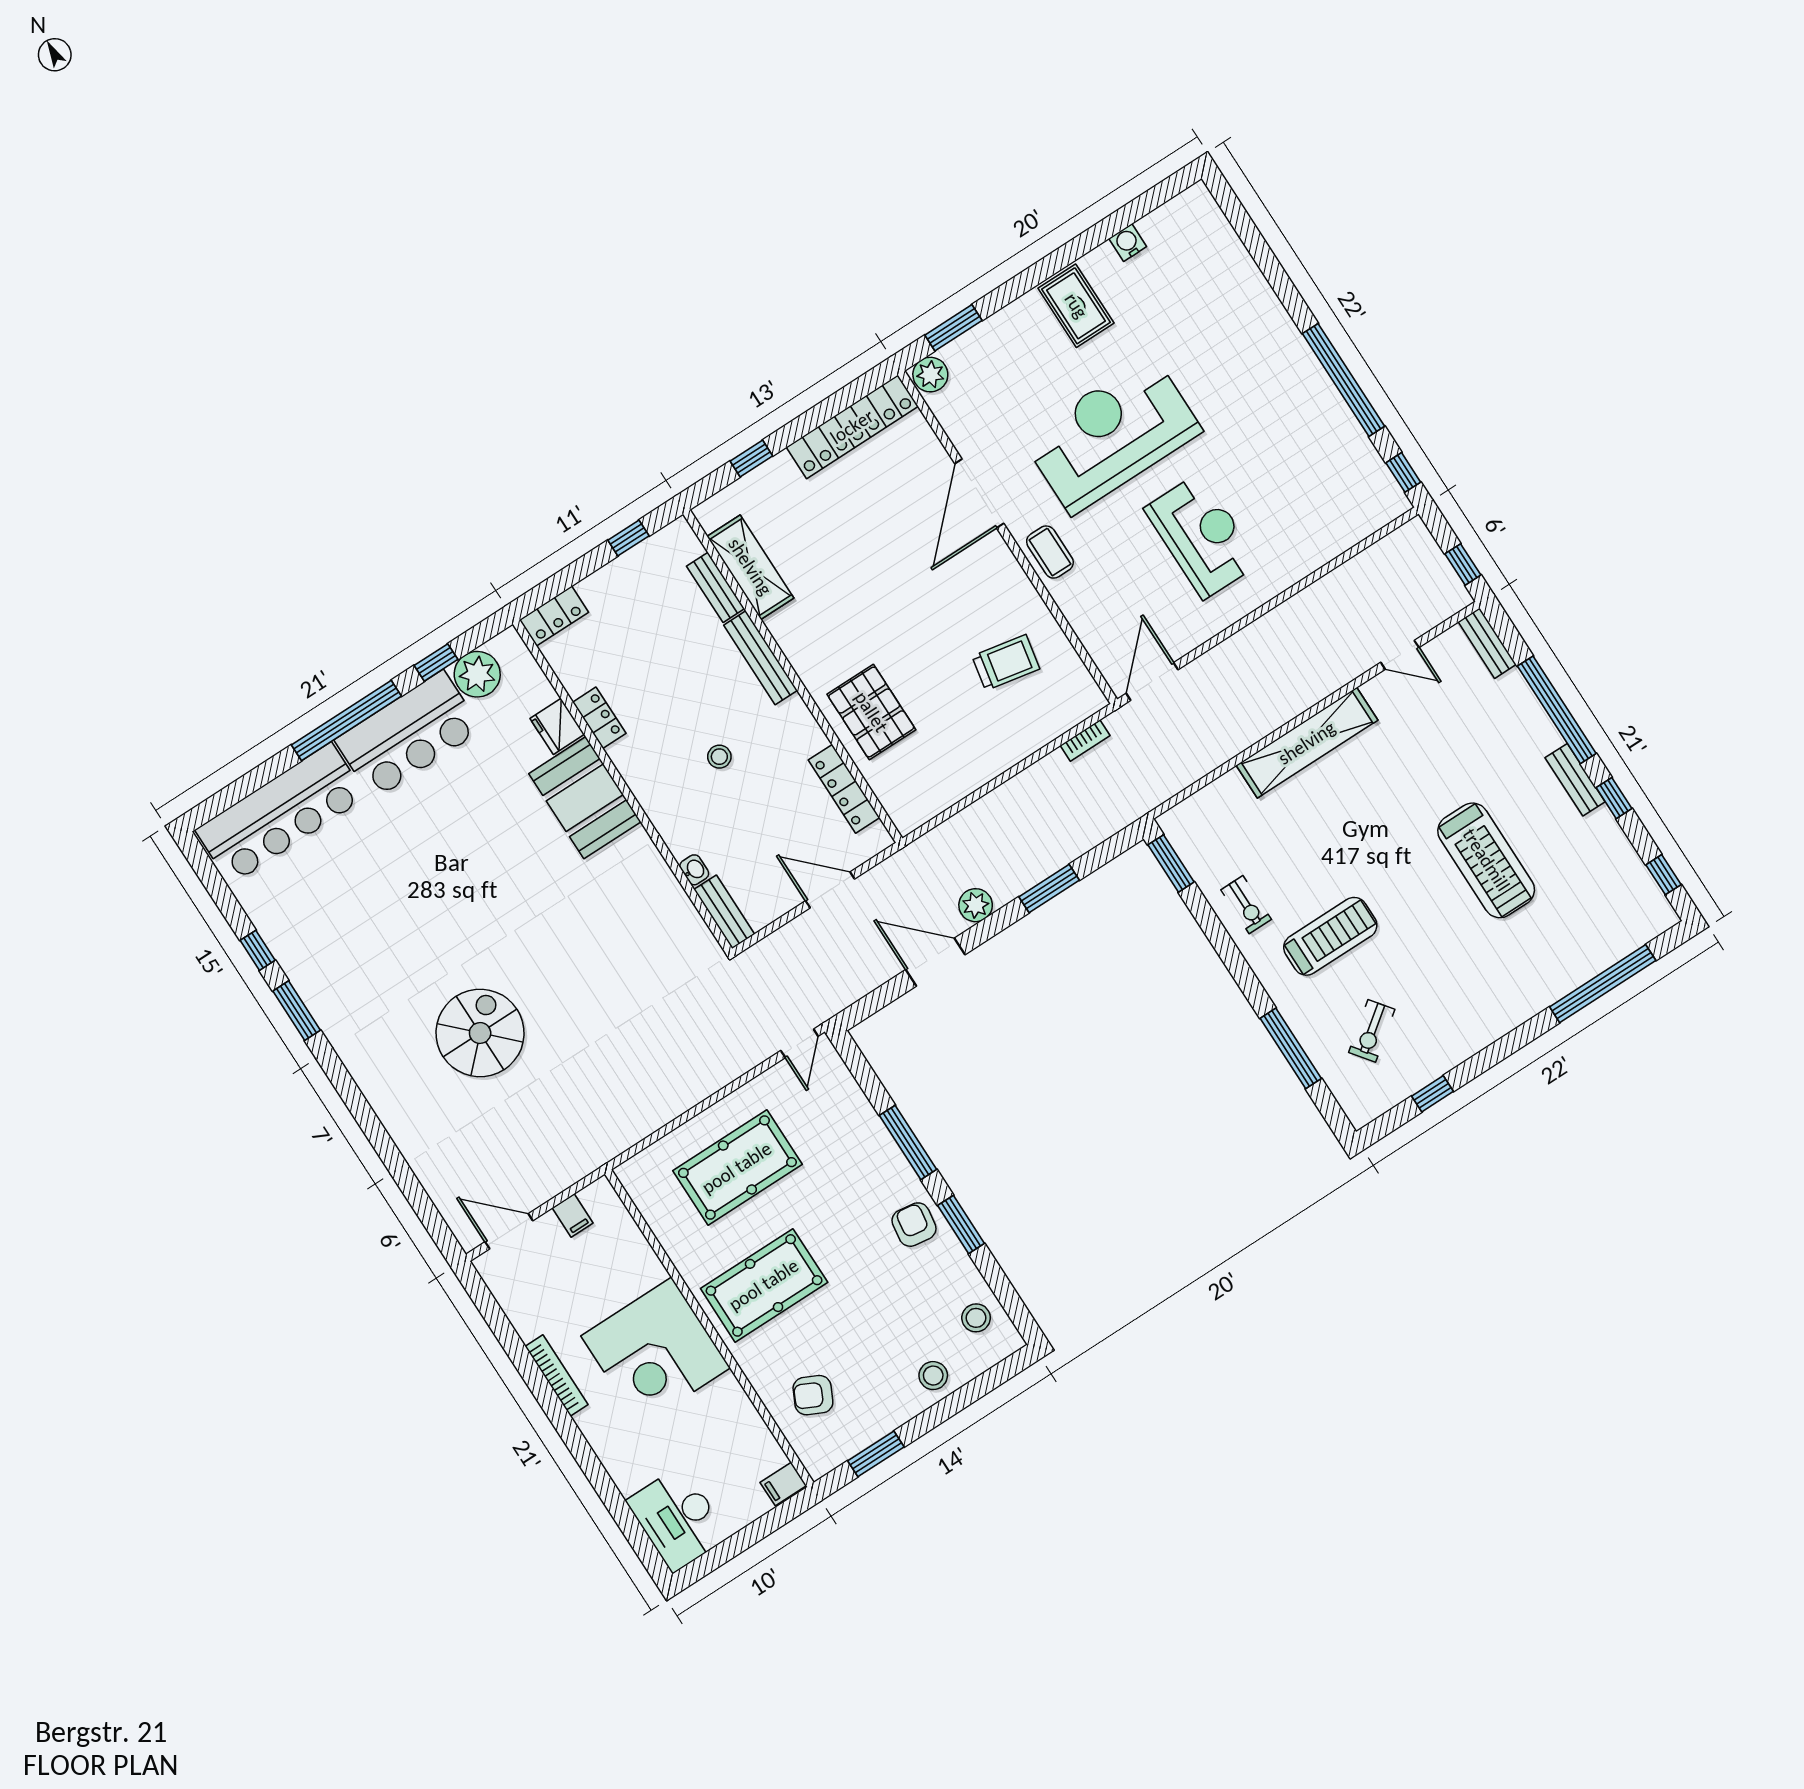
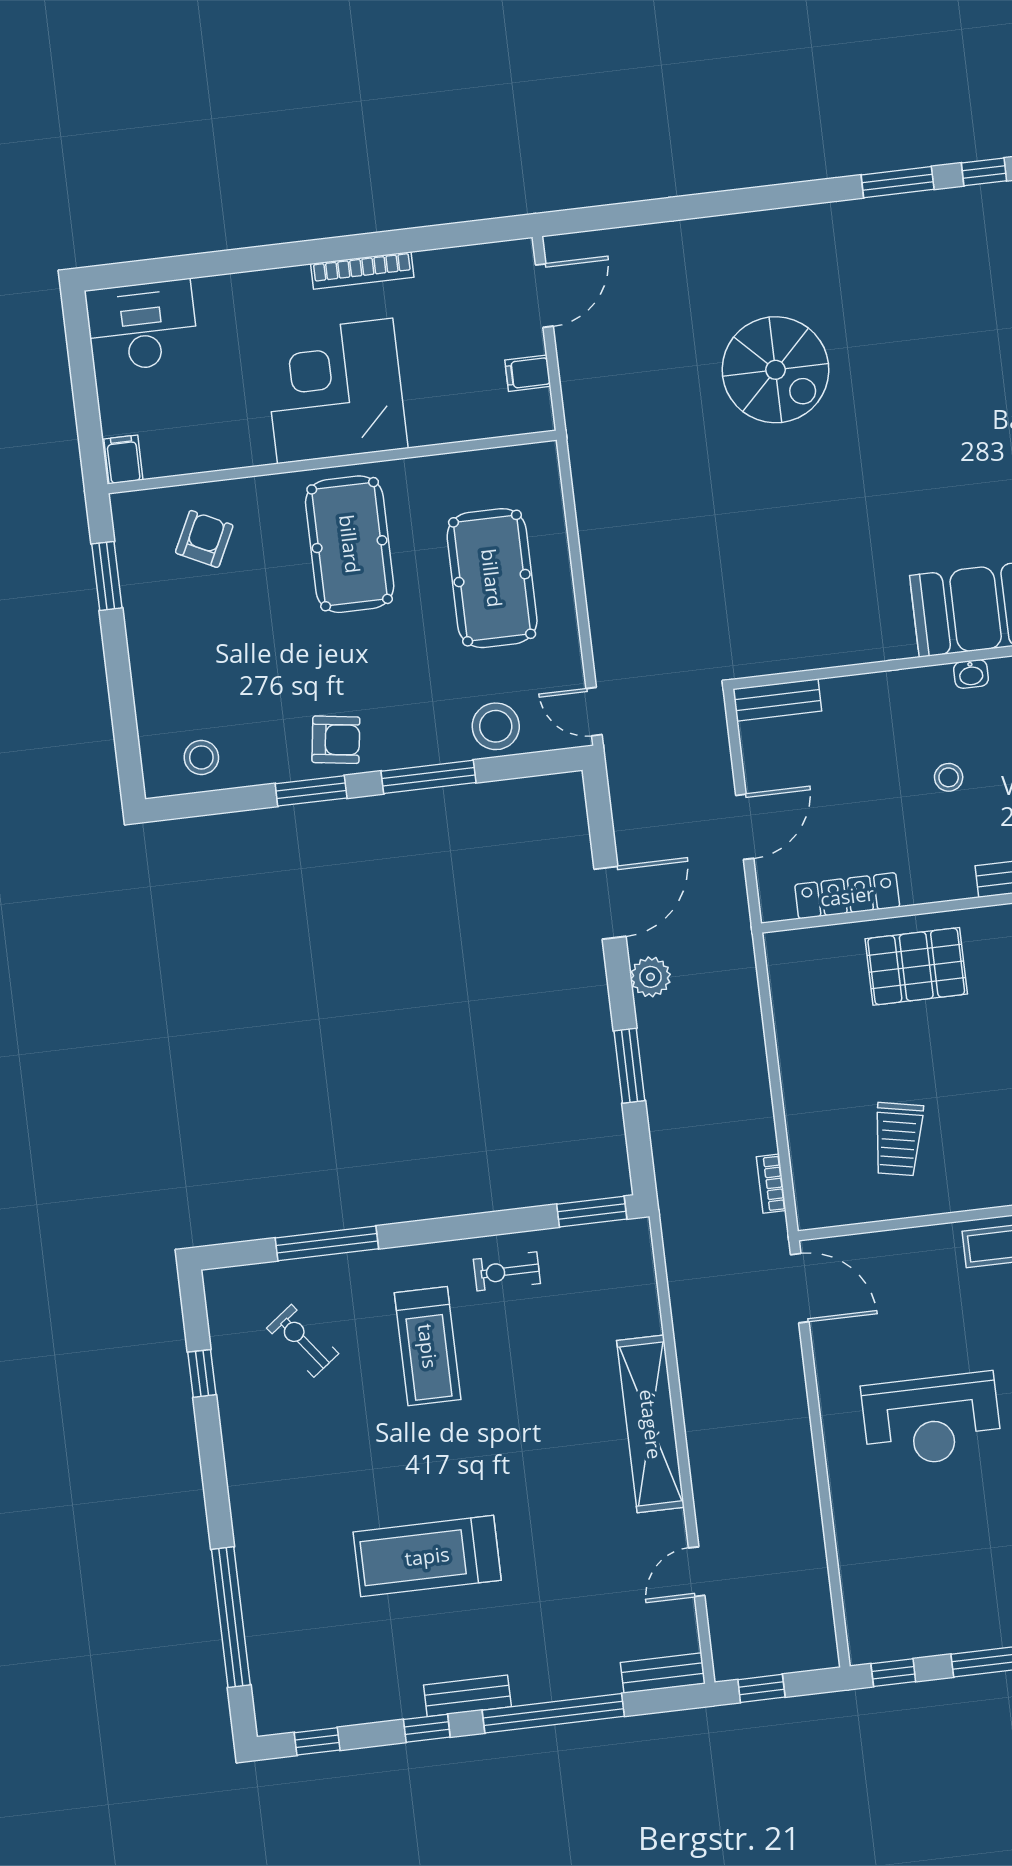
washbasin: (694, 870) -> (971, 674), moved
stool: (933, 1376) -> (496, 726), moved, width x1.38, depth x1.38

